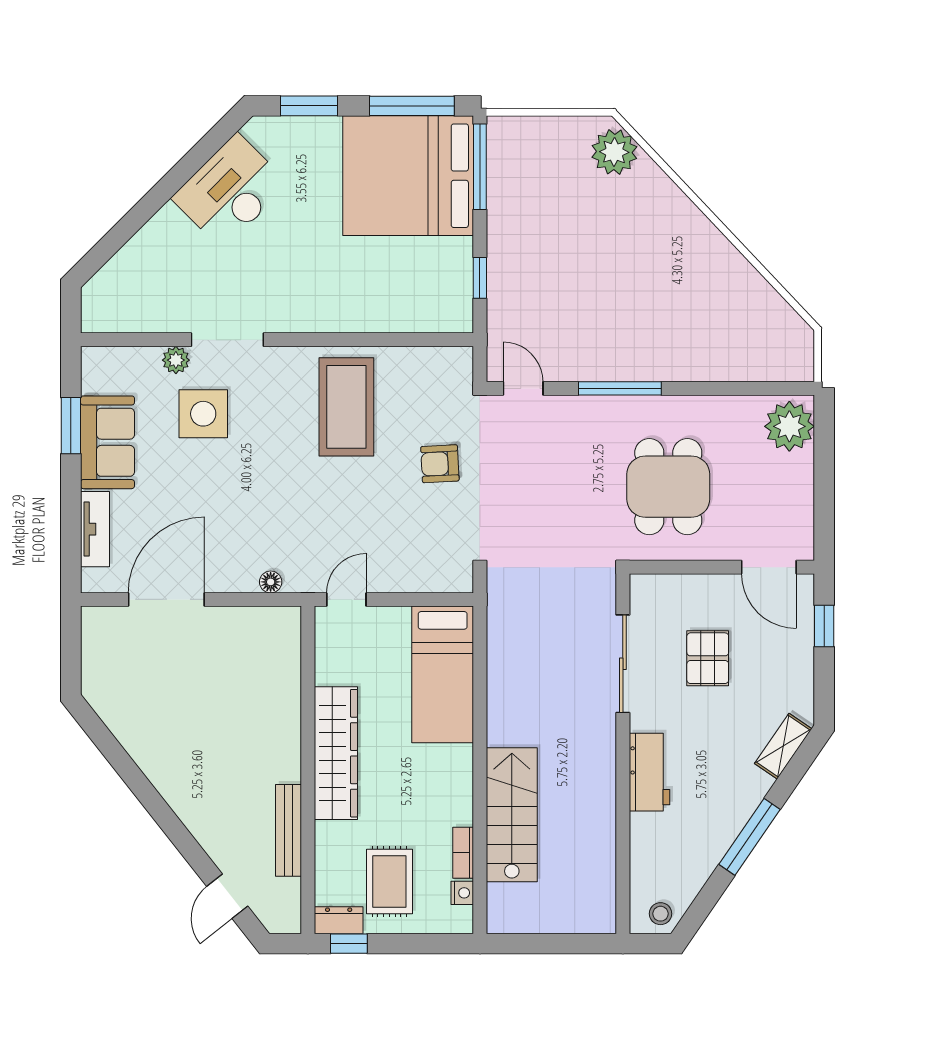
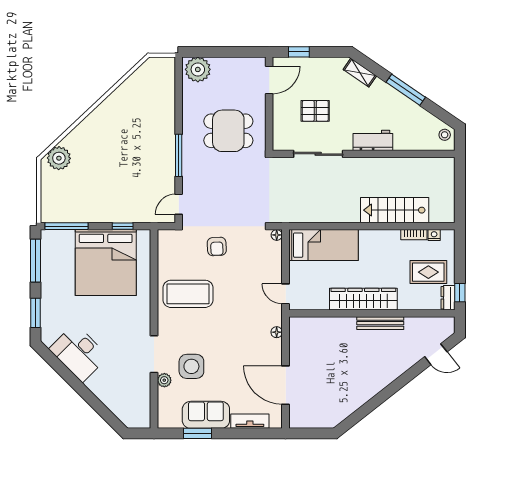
bed: (408, 176) -> (106, 263), moved
floor lamp: (463, 582) -> (277, 235), added
bench: (289, 830) -> (380, 323), moved

